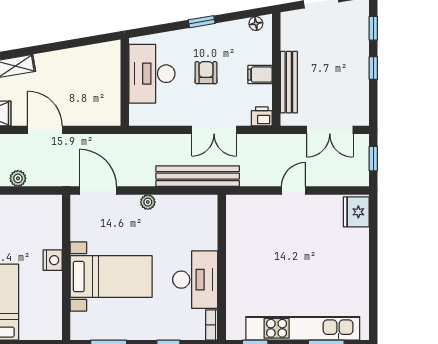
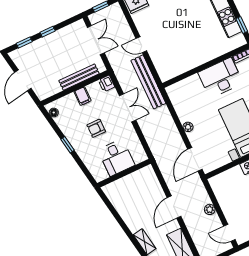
desk: (152, 74) -> (116, 158), width x0.73
bench: (198, 176) -> (148, 82), moved

